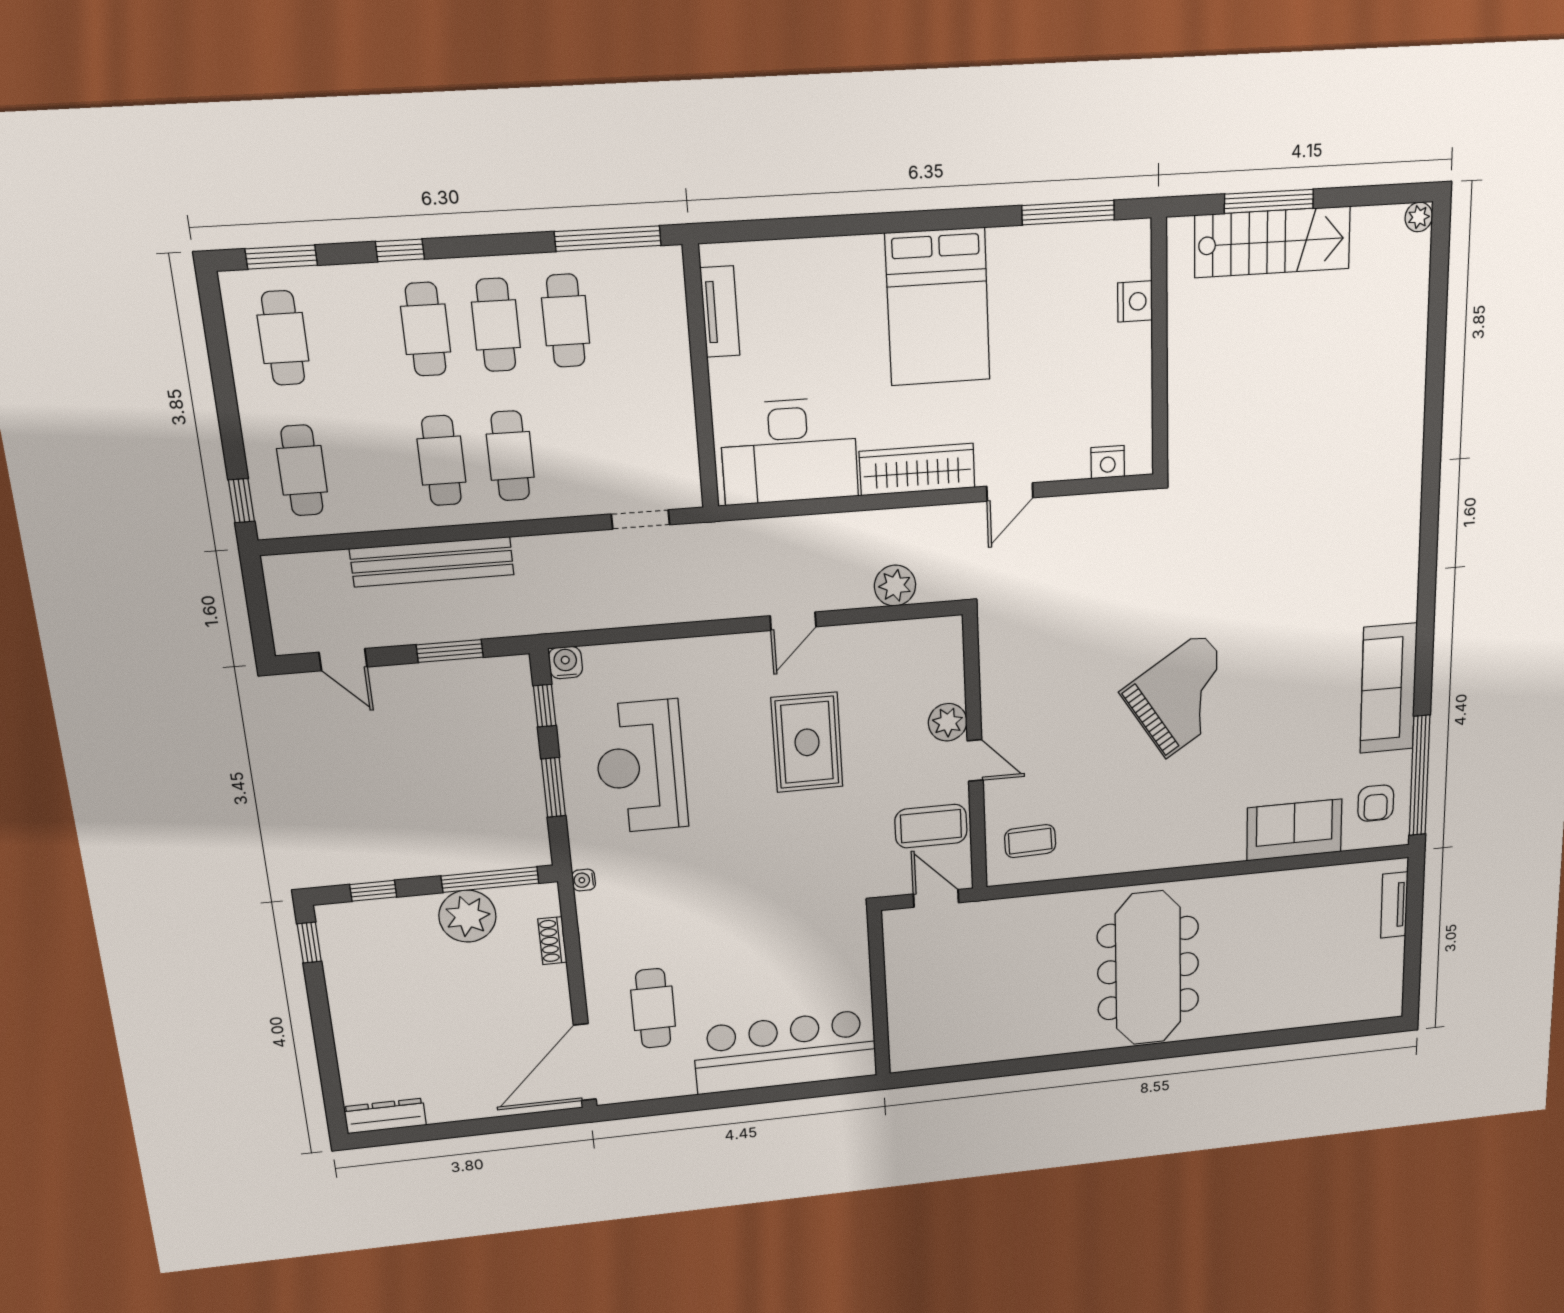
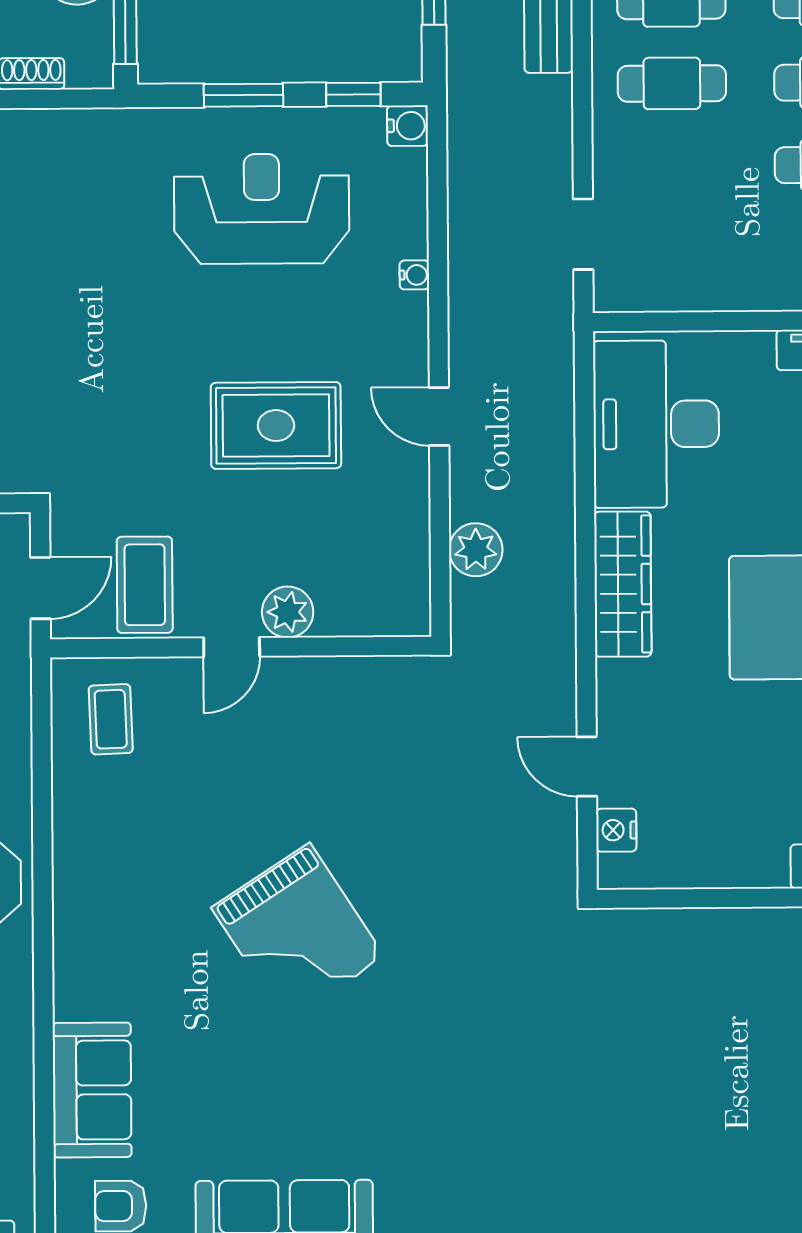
door: (1010, 492) -> (587, 767), moved
water cooler: (584, 880) -> (414, 275), moved, turned 90

